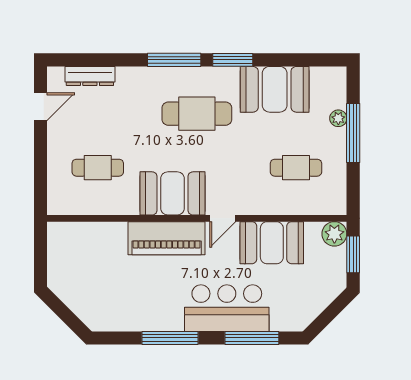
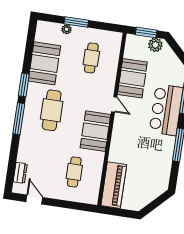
dresser: (90, 76) -> (20, 173), width x0.70
window: (353, 133) -> (76, 22), width x0.69
plant: (334, 234) -> (155, 45), moved
piano: (167, 238) -> (114, 185), moved

